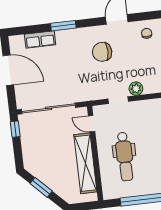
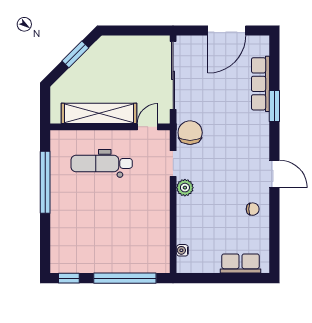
row of seats: (40, 40) -> (260, 84), width x1.48
chair: (102, 52) -> (190, 133), moved
window: (15, 129) -> (152, 31), removed

